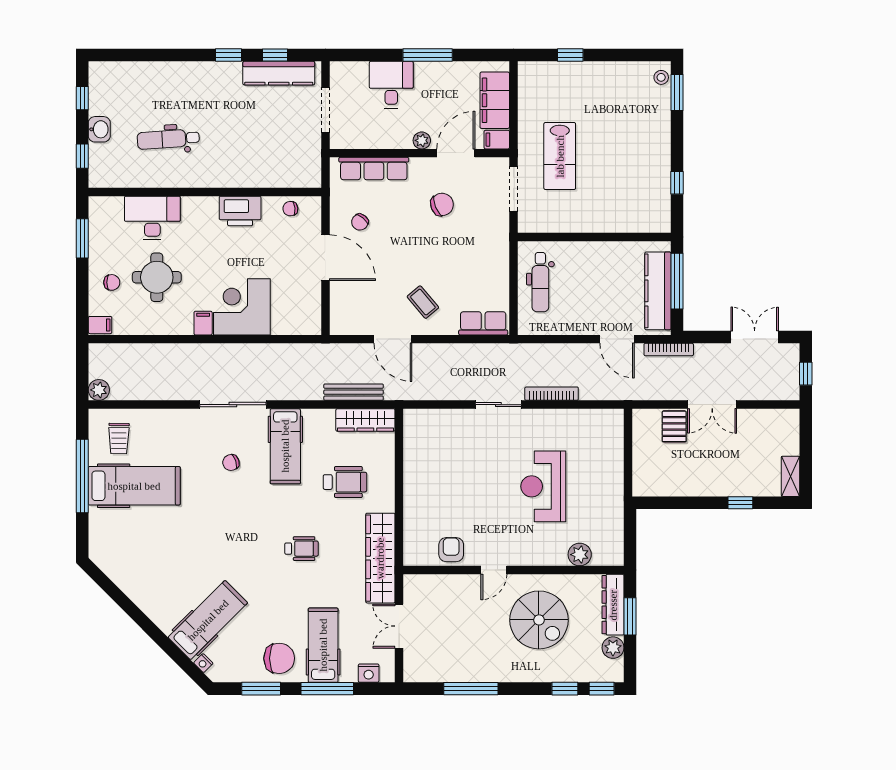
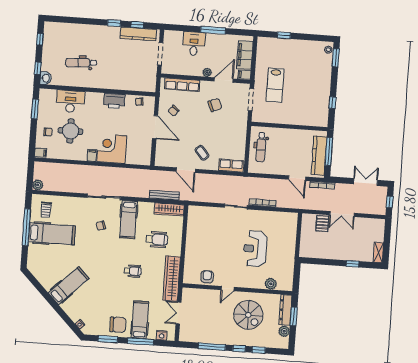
washbasin: (99, 129) -> (46, 78), moved
hospital bed: (208, 620) -> (69, 286), moved
window: (602, 689) -> (239, 349), moved

